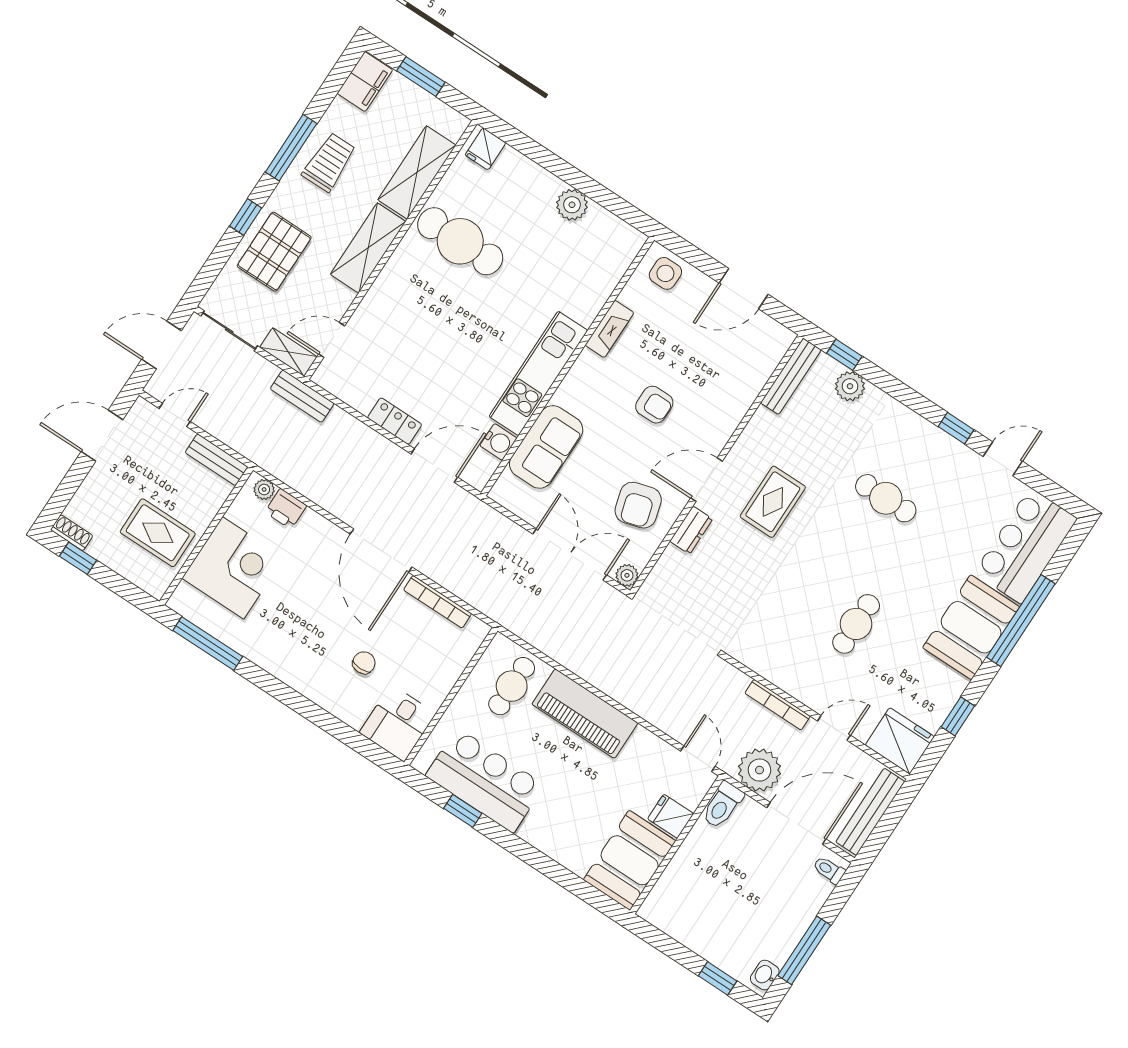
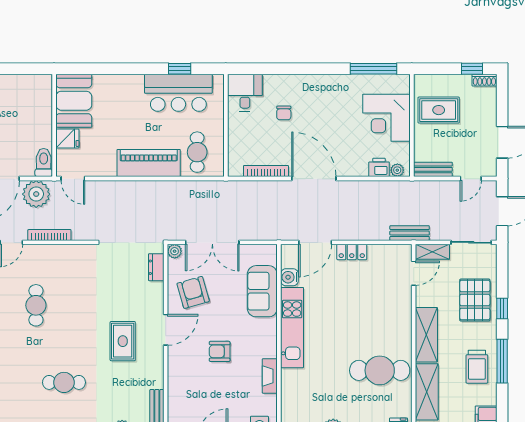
dresser: (691, 530) -> (156, 267), moved

